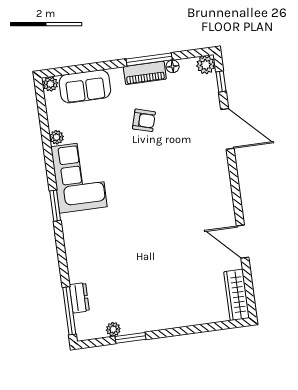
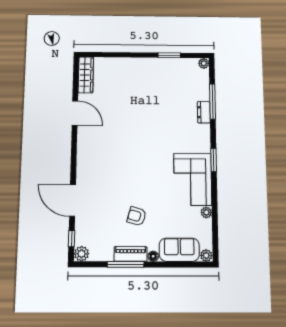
floor lamp: (173, 66) -> (153, 256), moved
dresser: (79, 298) -> (204, 112), moved
window: (69, 311) -> (212, 102), moved
plant: (113, 329) -> (204, 63), moved

